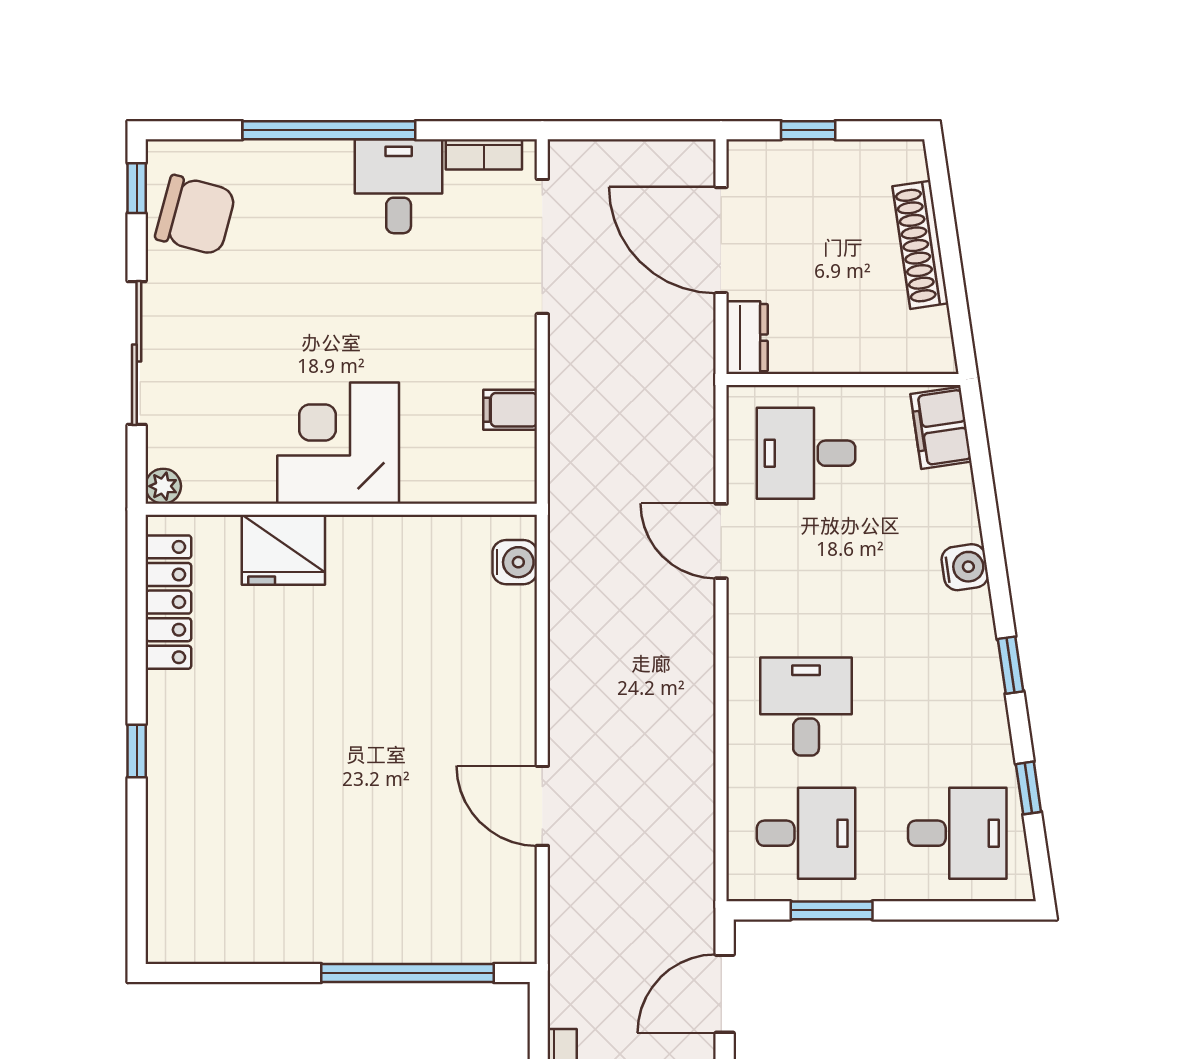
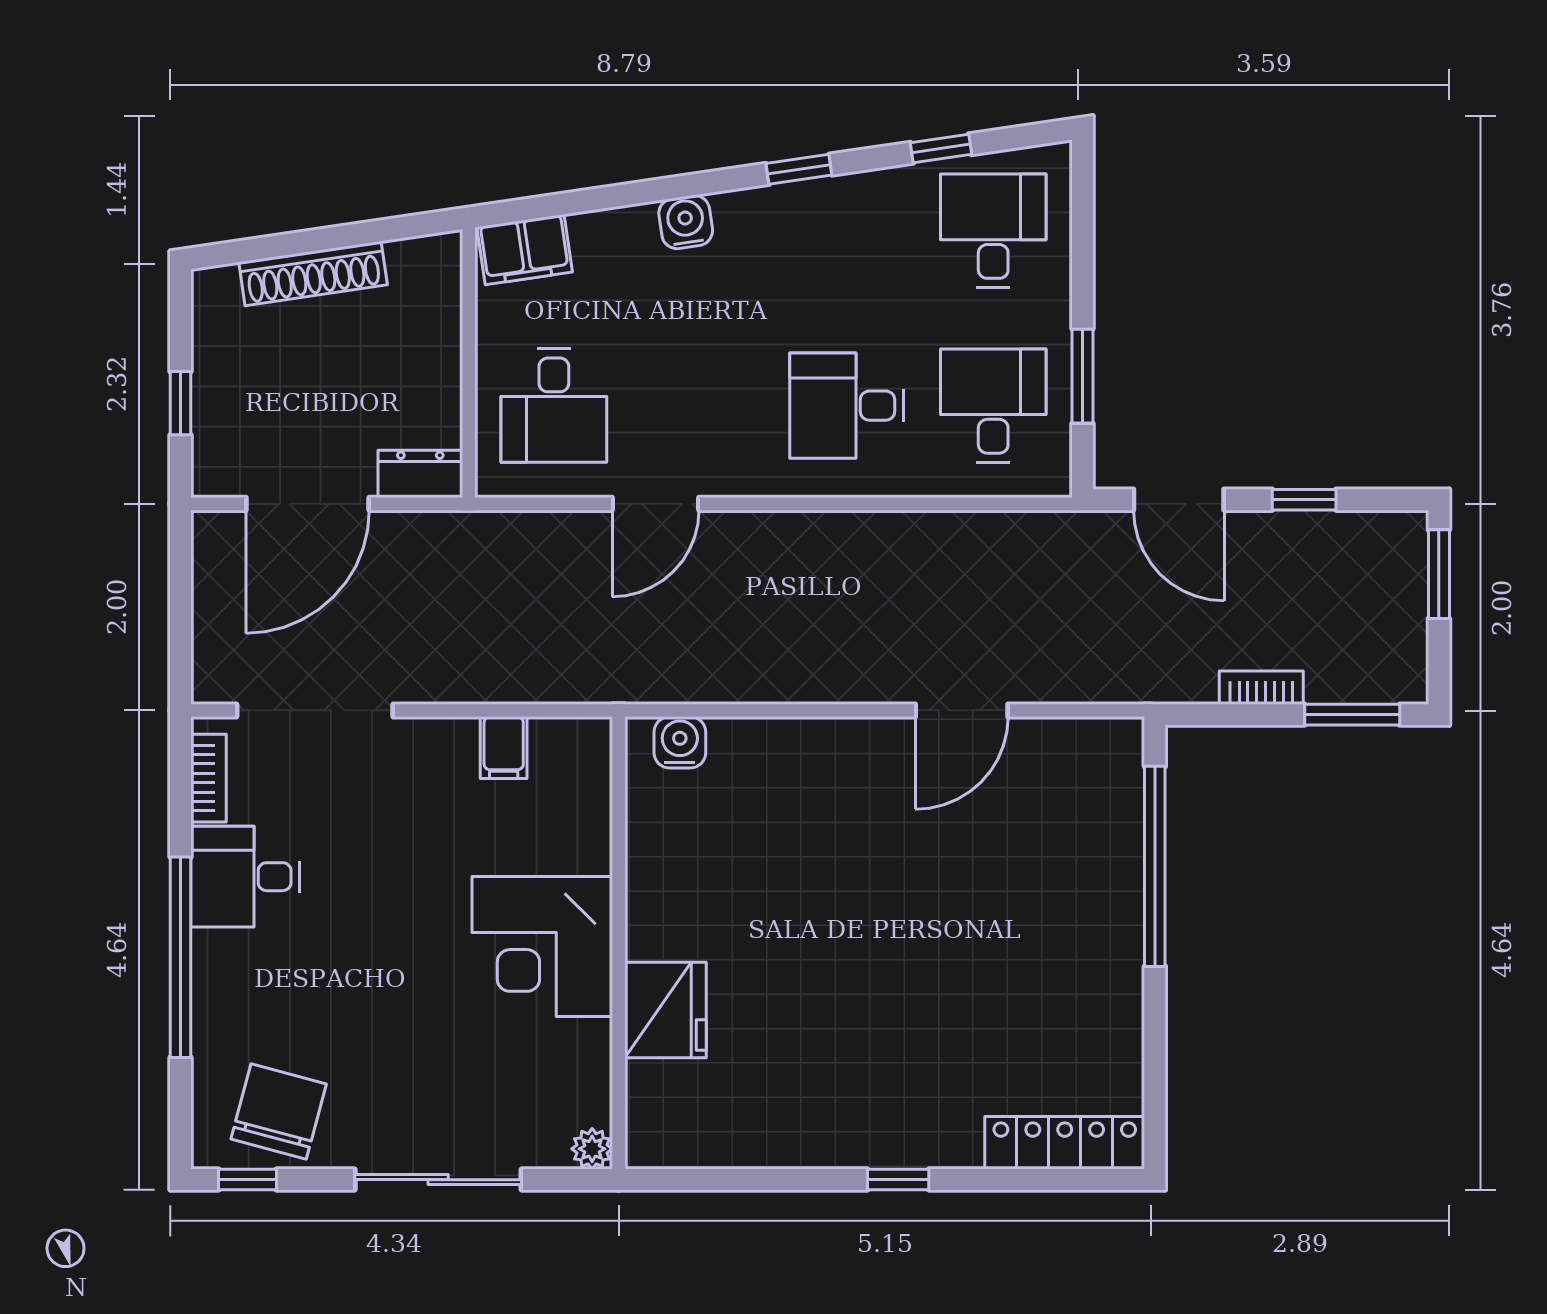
locker: (168, 602) -> (1065, 1143), moved

